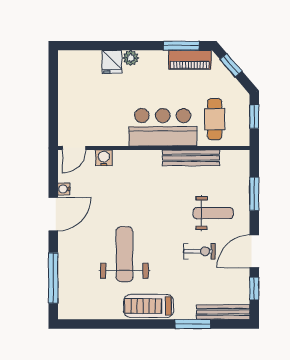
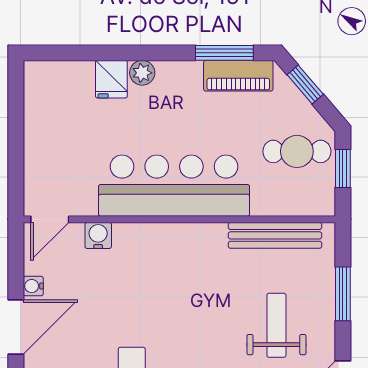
cafe table: (215, 119) -> (297, 151), moved, turned 90
bar counter: (163, 127) -> (174, 186), width x1.36
bench: (191, 158) -> (275, 235), moved
weight bench: (213, 213) -> (276, 325), turned -90

